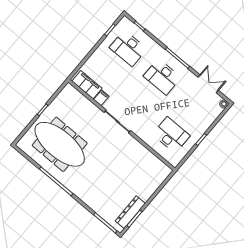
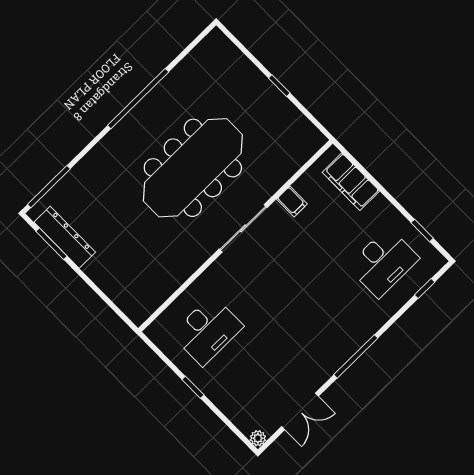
desk: (128, 48) -> (383, 262), turned 180
desk: (162, 77) -> (322, 323), removed
filing cabinet: (87, 85) -> (351, 182), moved, turned 90
meeting table: (60, 144) -> (193, 168), moved

